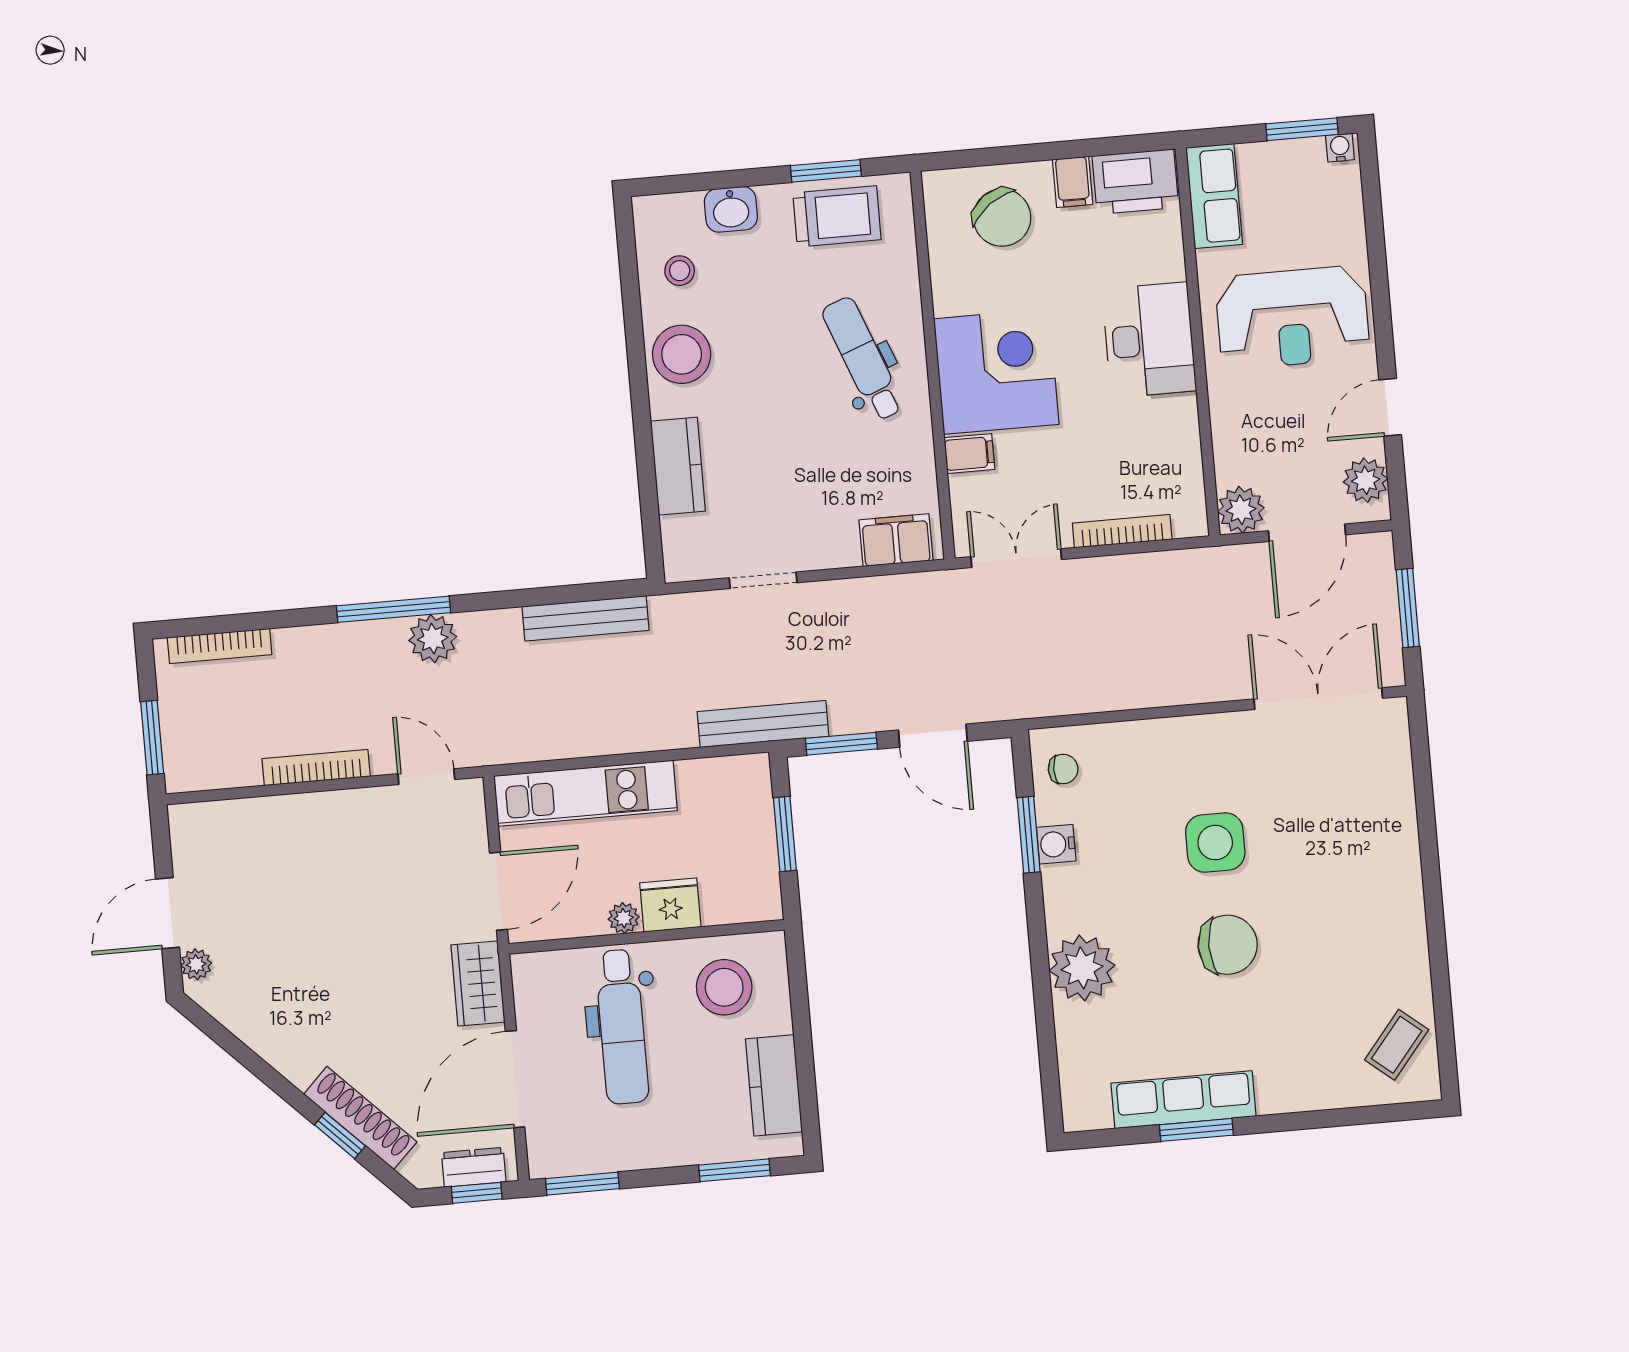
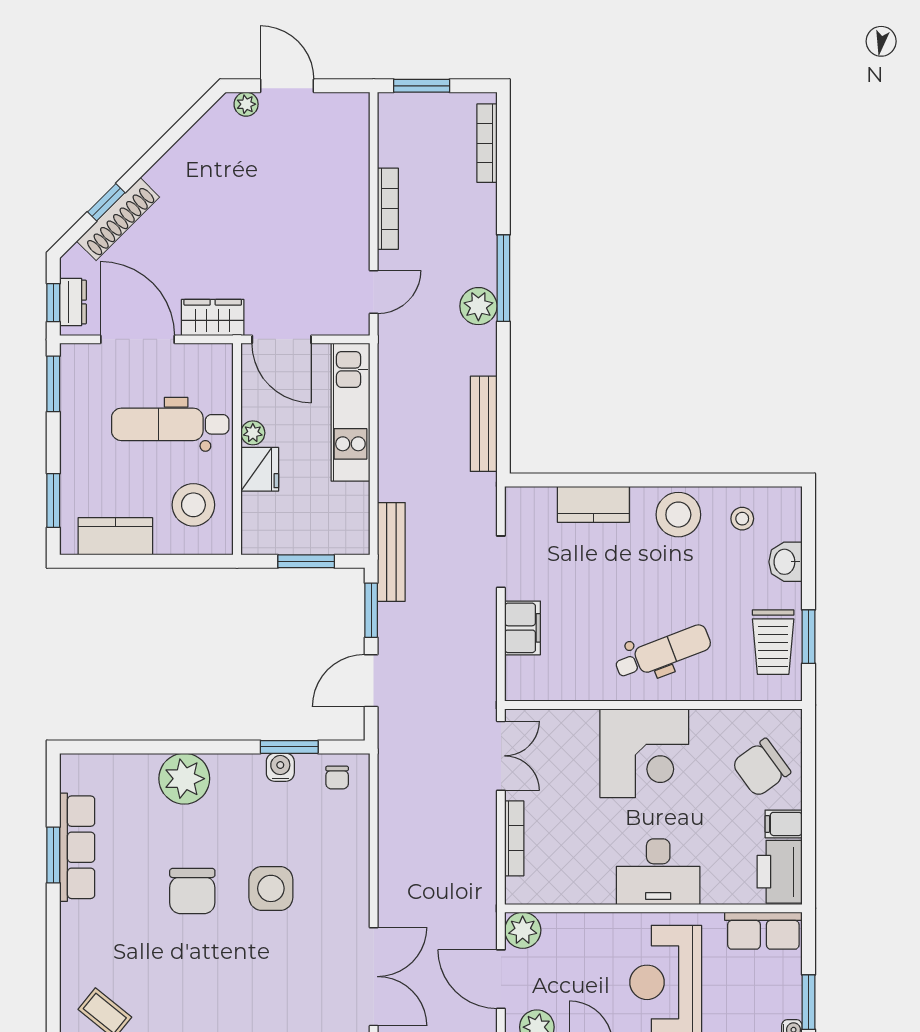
filing cabinet: (969, 454) -> (584, 727), removed
filing cabinet: (896, 540) -> (523, 628), moved

